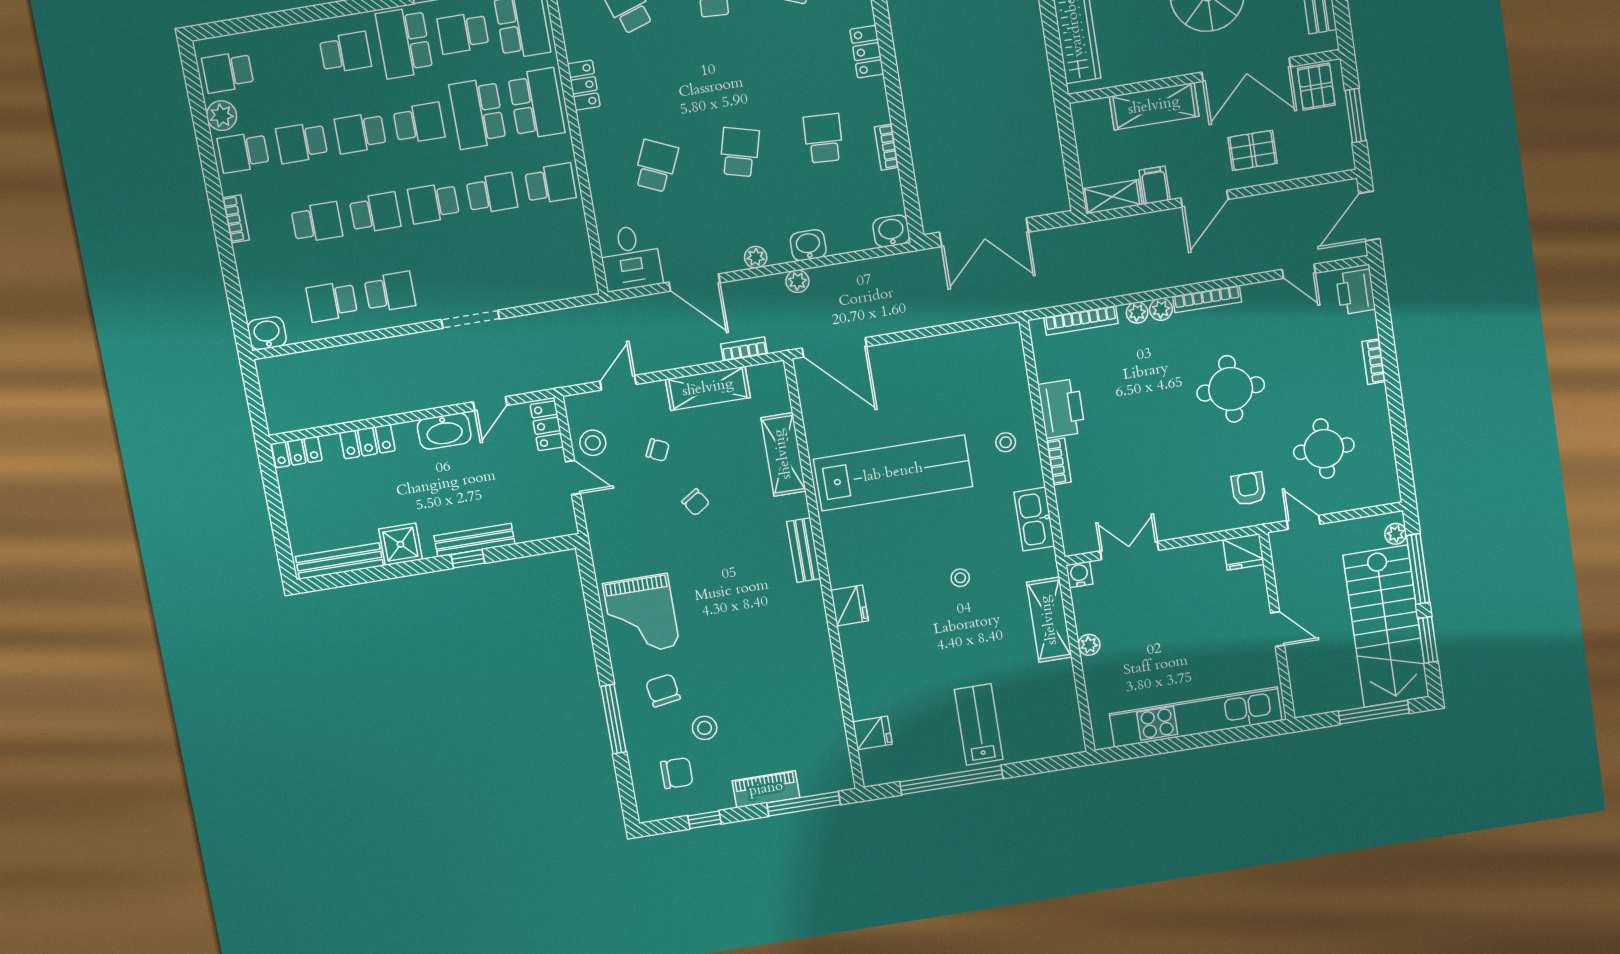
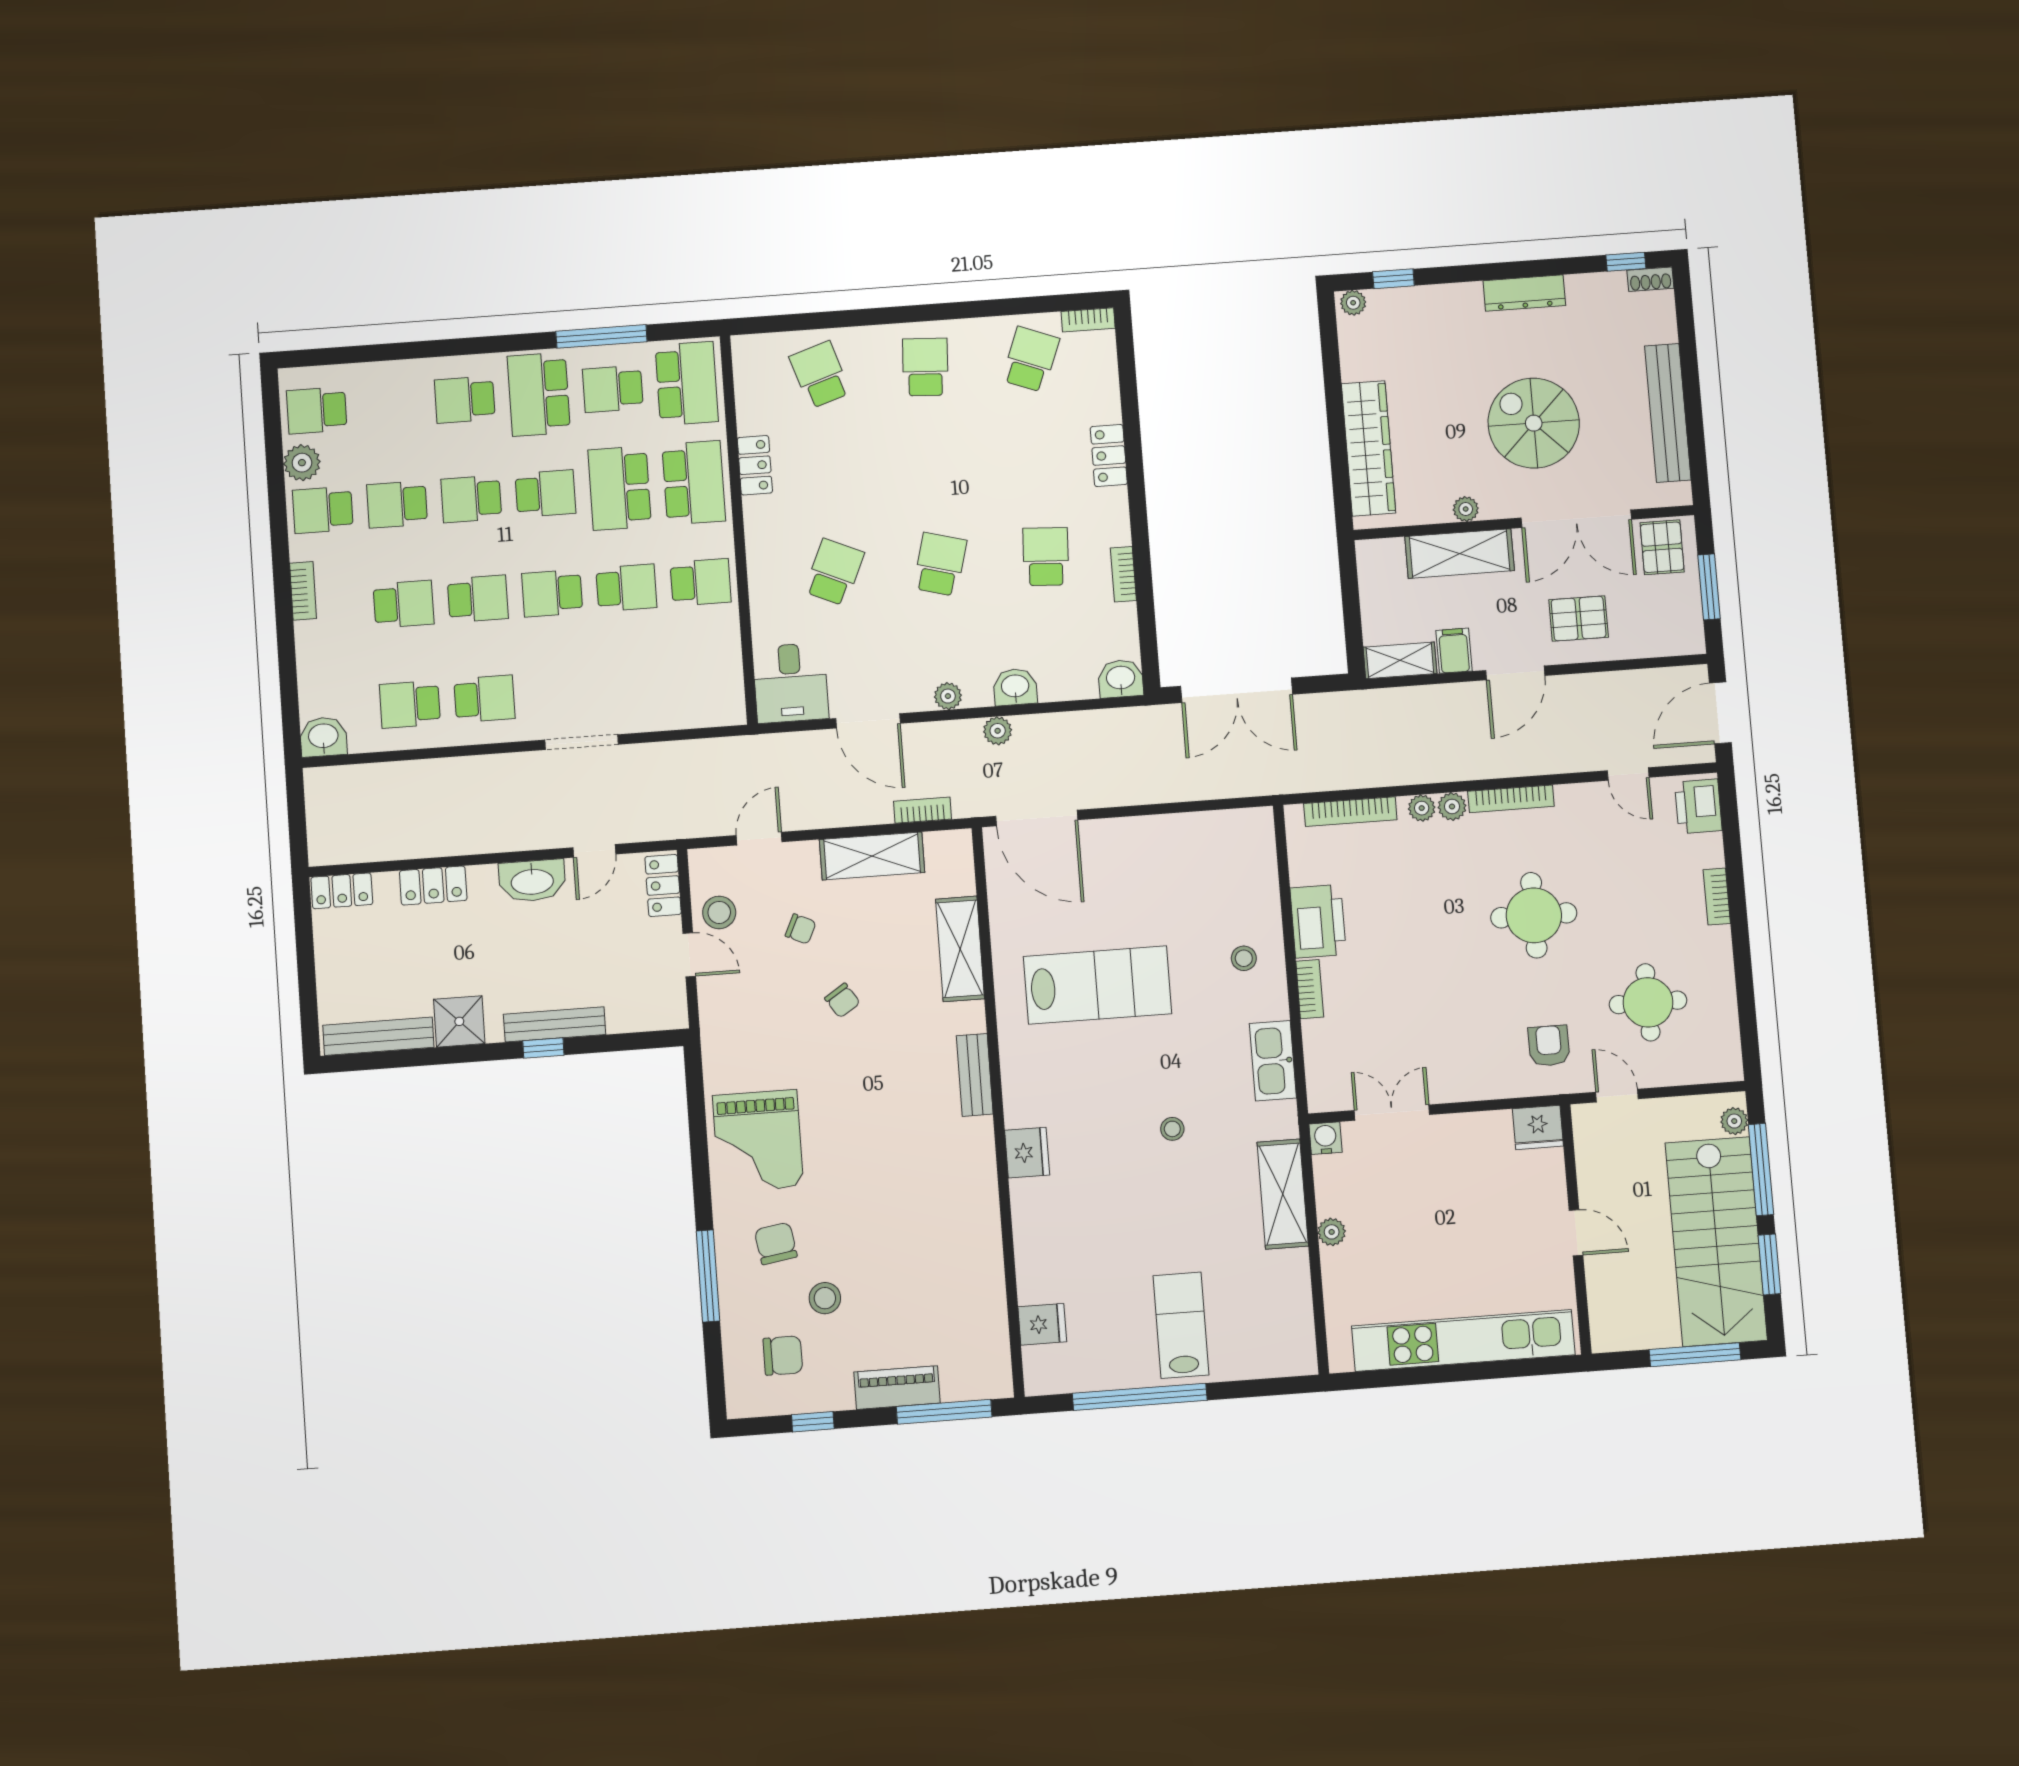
school desk: (345, 52) -> (465, 400), turned 180
plant: (1157, 70) -> (1466, 509), added
lab bench: (893, 473) -> (1098, 985), width x0.73

